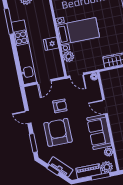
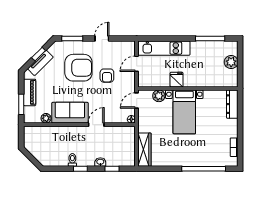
kitchen unit: (24, 52) -> (164, 48), width x0.73
door: (44, 82) -> (137, 64), hinge flipped
plant: (107, 167) -> (30, 113), removed

